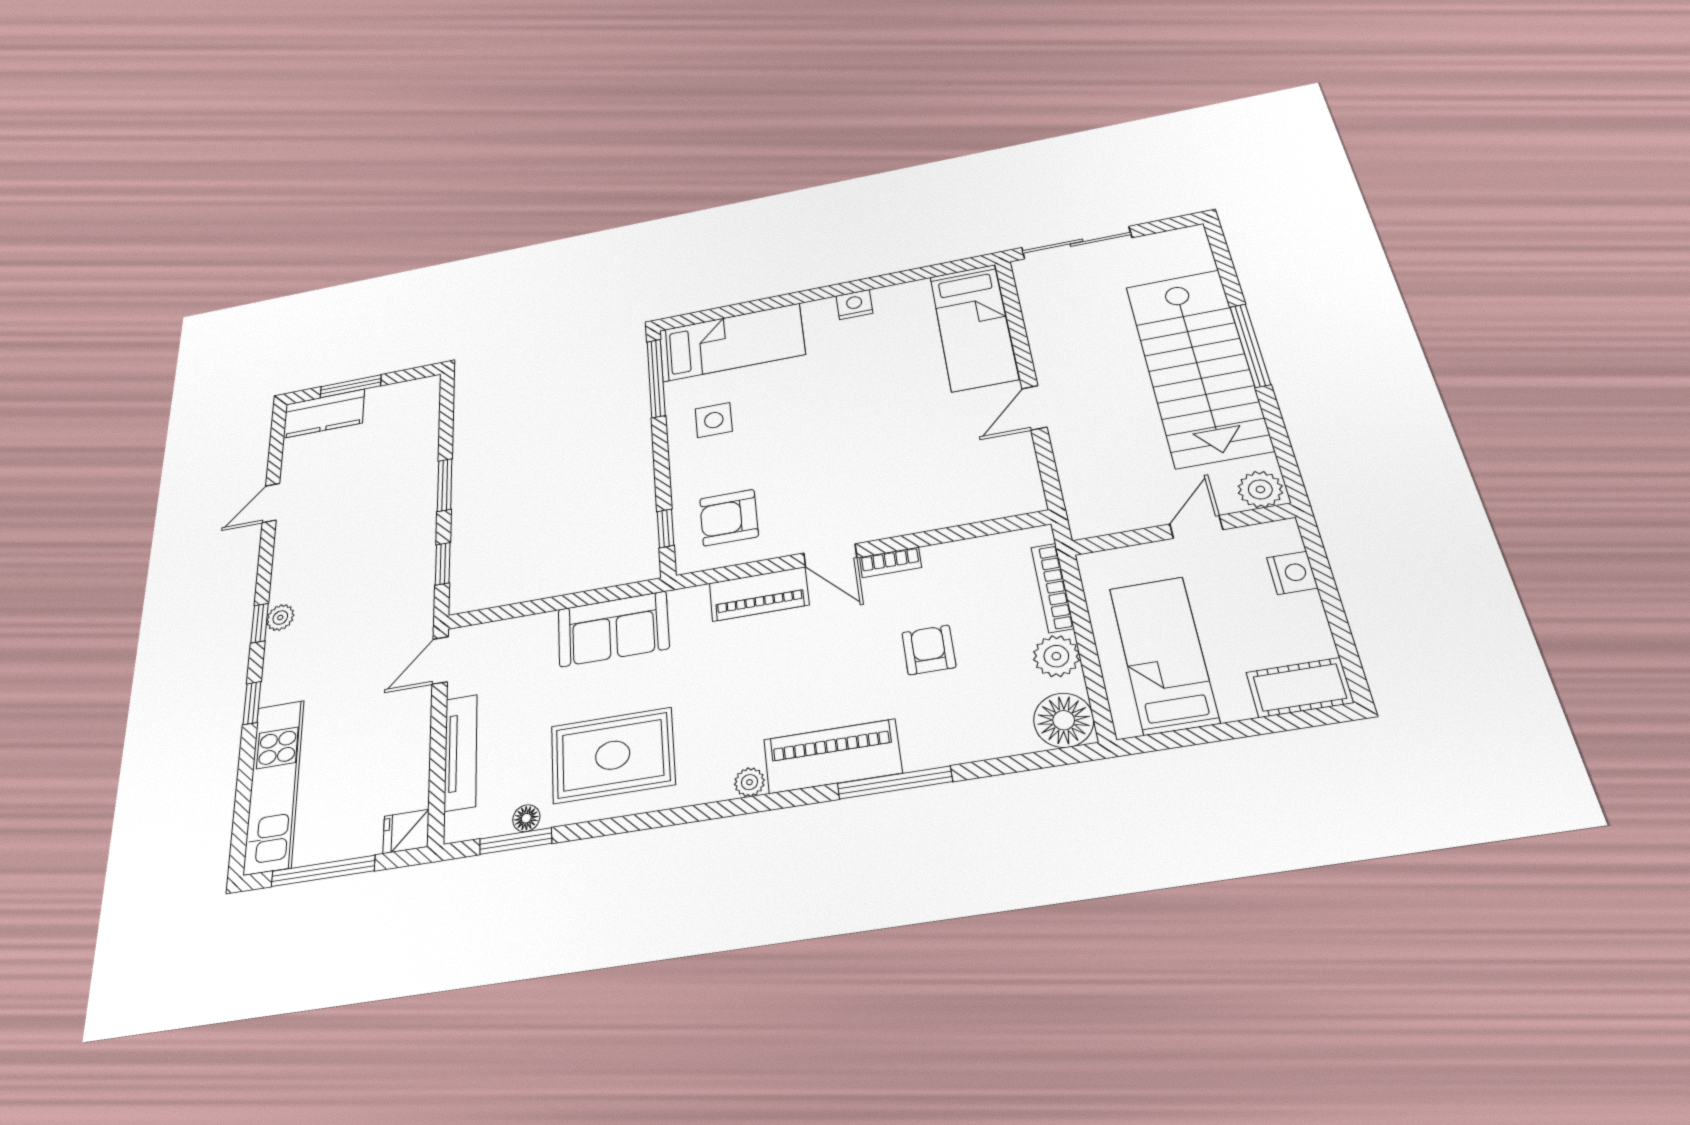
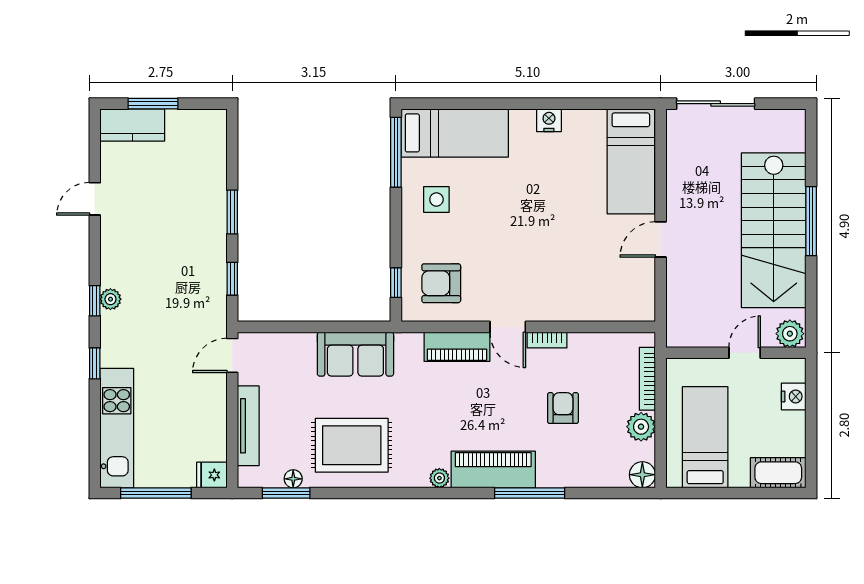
floor lamp: (1064, 720) -> (642, 475), width x0.73, depth x0.73

